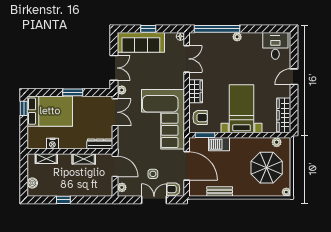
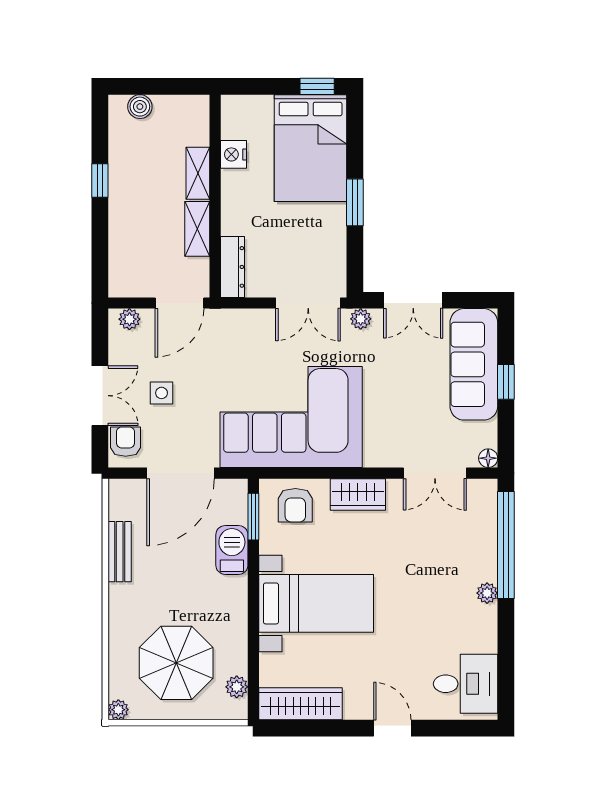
shelving: (46, 159) -> (198, 173), moved

